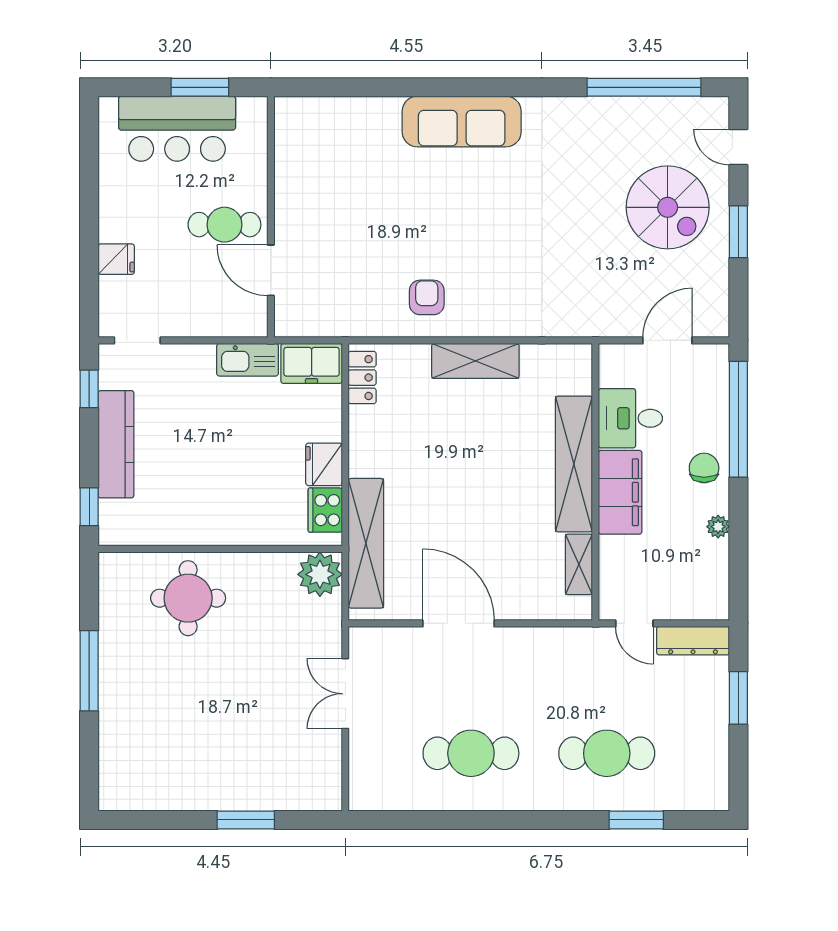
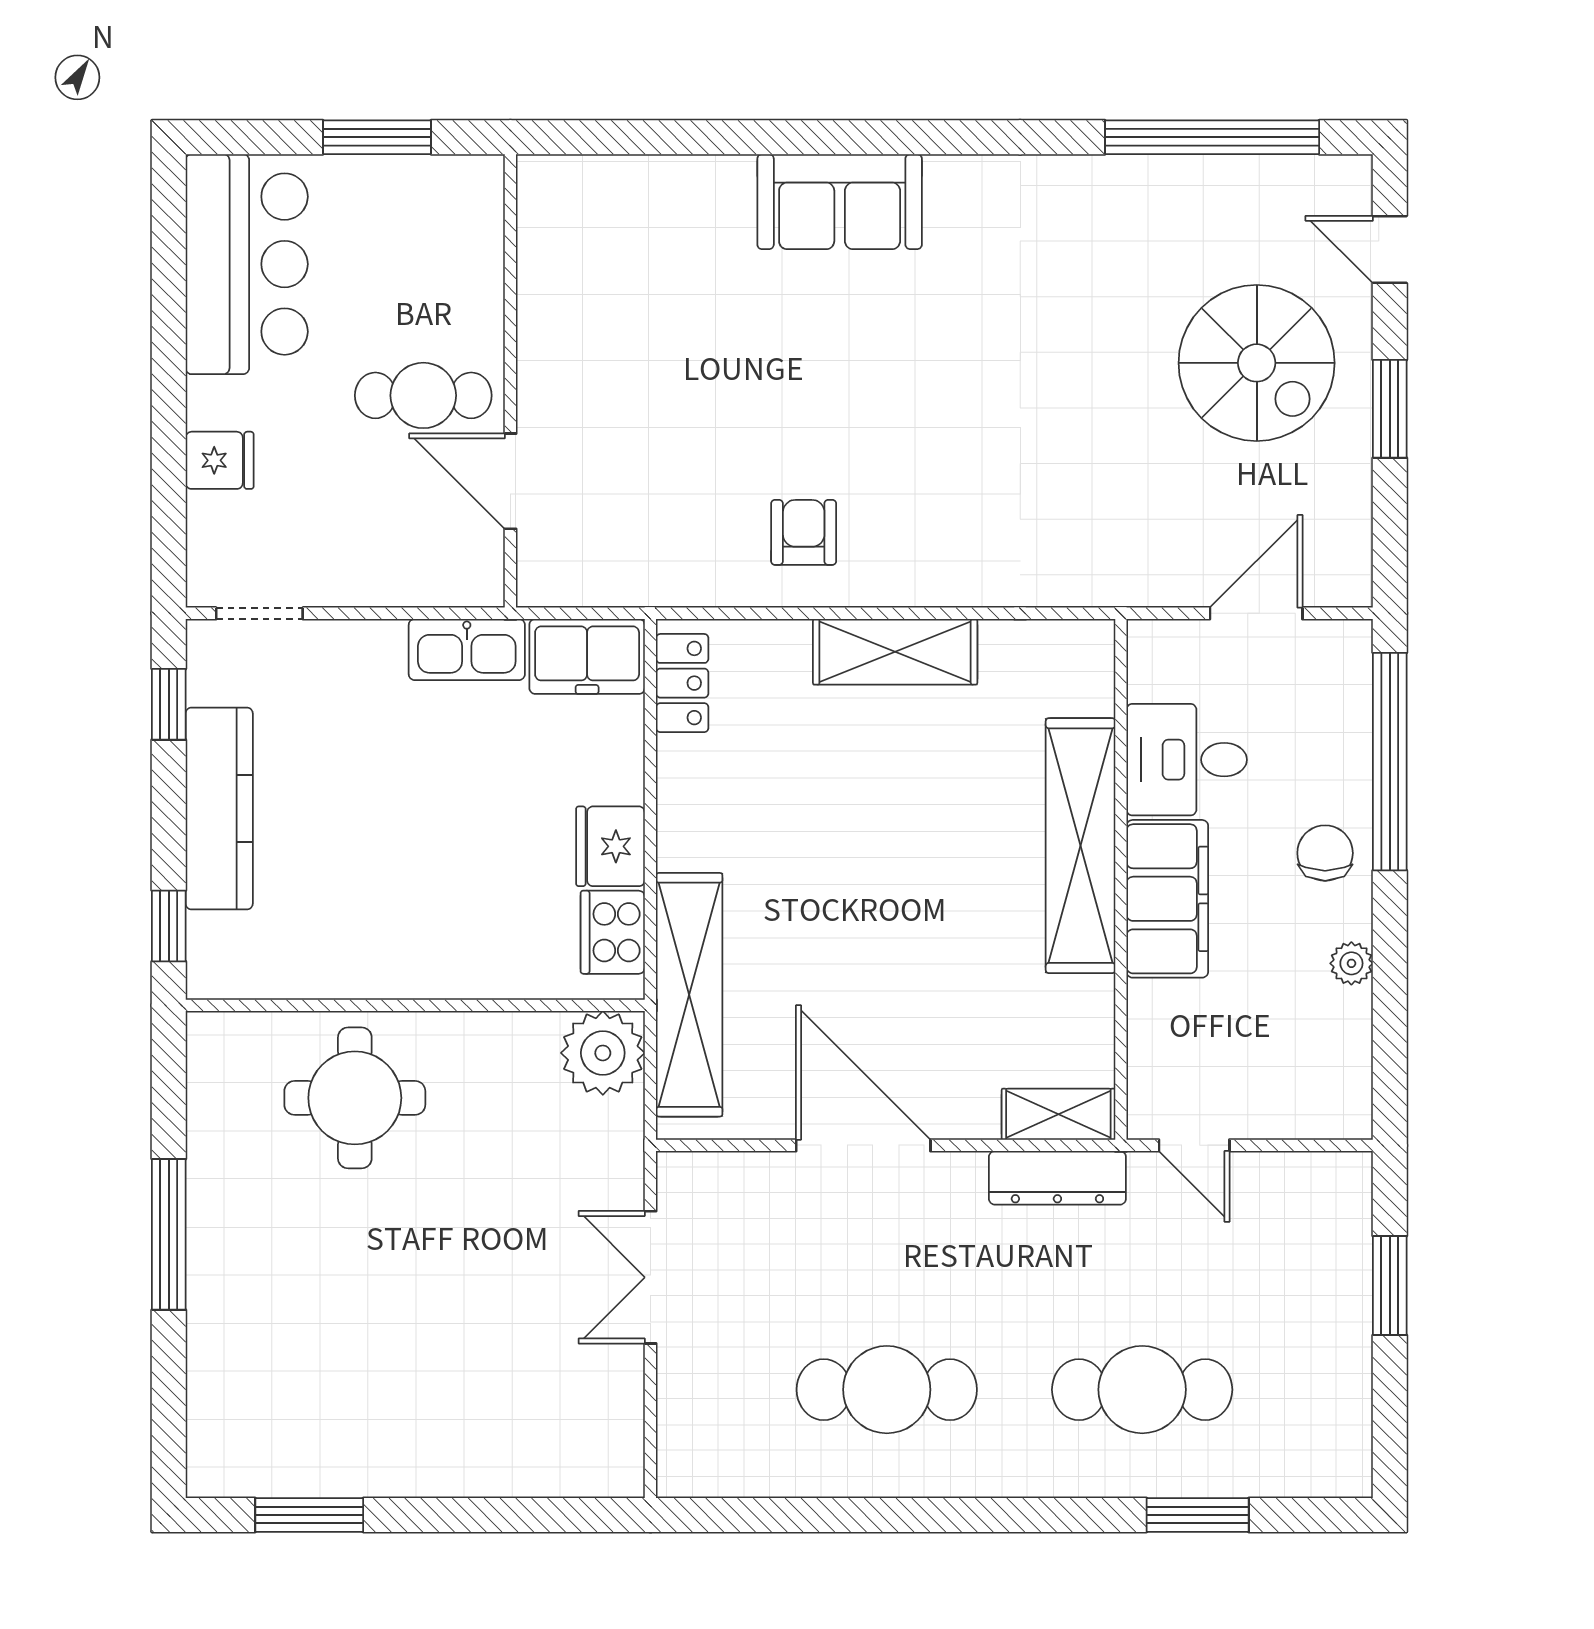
sofa: (462, 122) -> (840, 202), width x0.73
bar counter: (177, 129) -> (247, 264), moved, turned -90
shelving: (579, 564) -> (1058, 1114), moved, turned 90
dresser: (693, 641) -> (1057, 1178), moved
window: (246, 820) -> (309, 1515), moved

